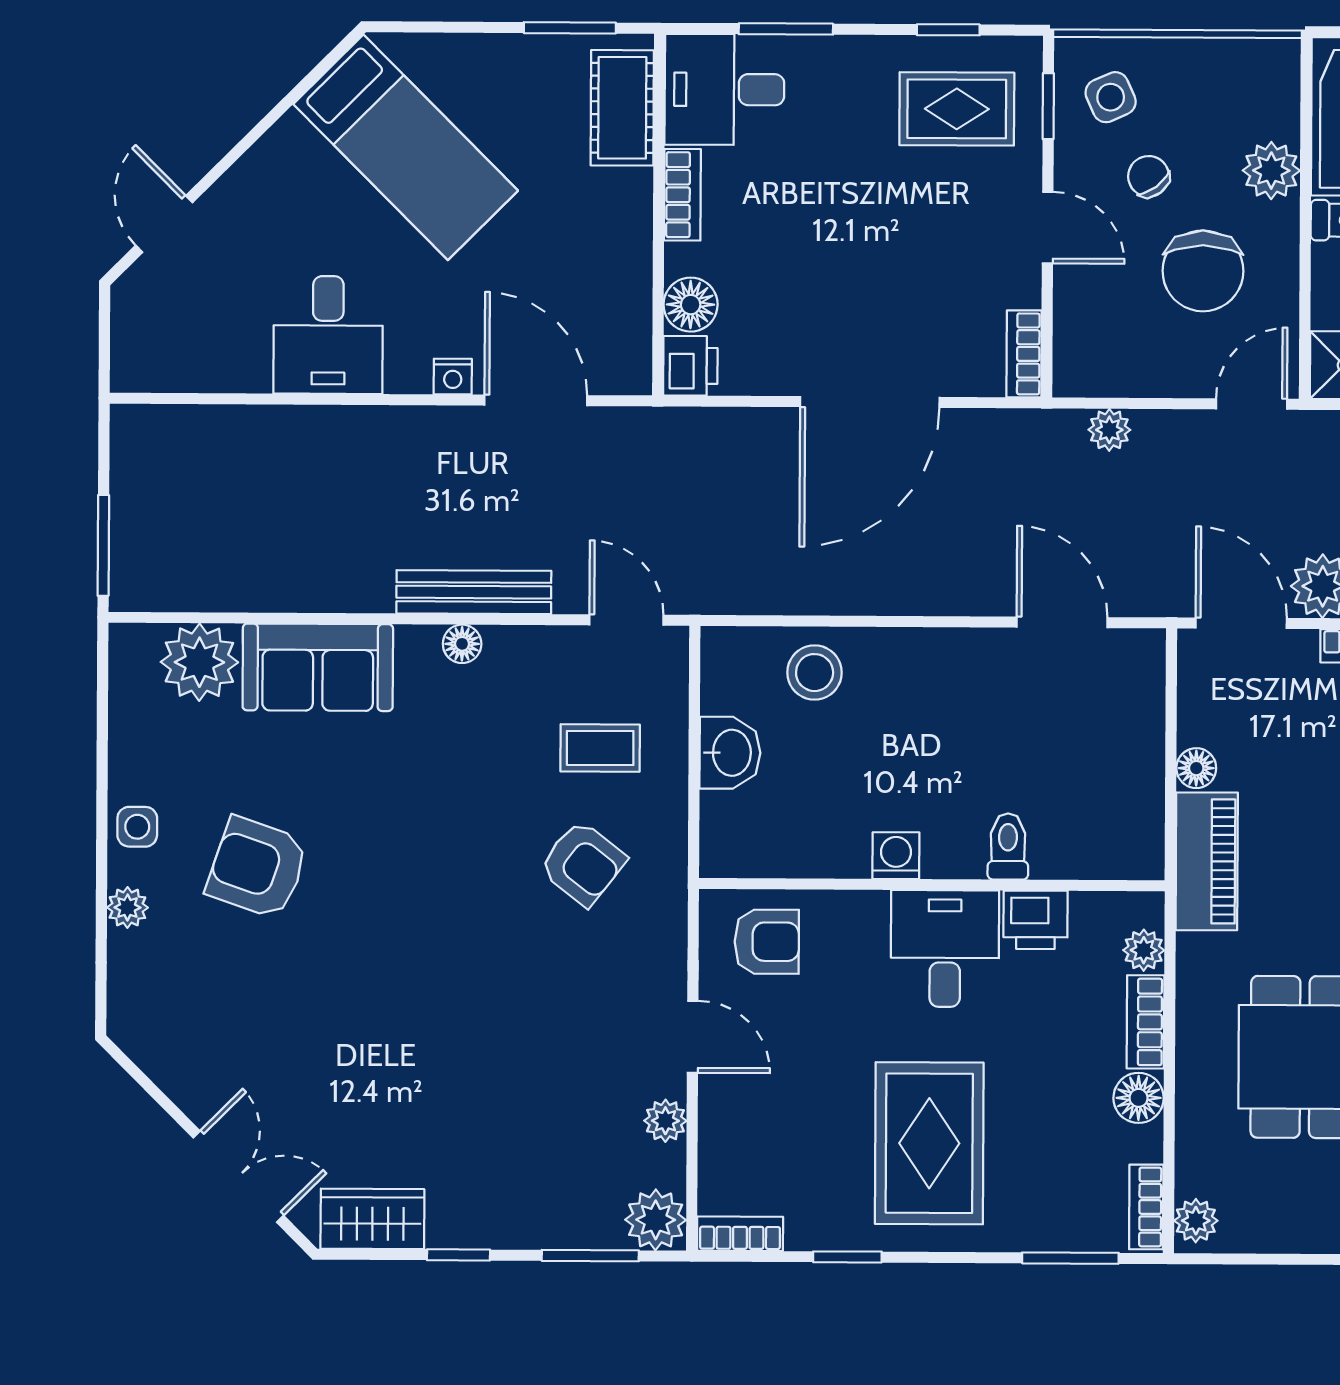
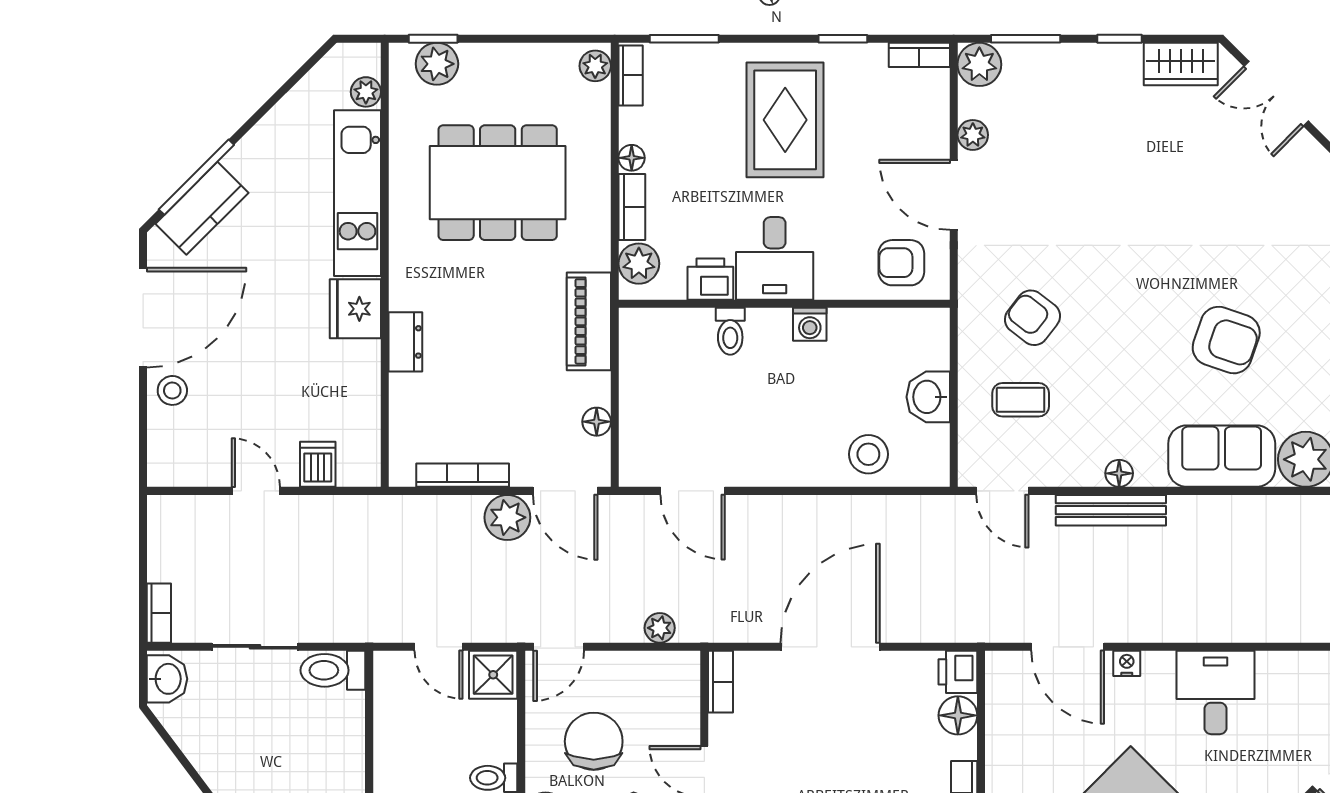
floor lamp: (1196, 768) -> (597, 422), moved
armchair: (257, 868) -> (1226, 340), moved
plant: (1144, 950) -> (639, 264), width x1.38, depth x1.38
door: (693, 1037) -> (954, 195), width x1.38
floor lamp: (1139, 1098) -> (632, 158), width x0.73, depth x0.73

